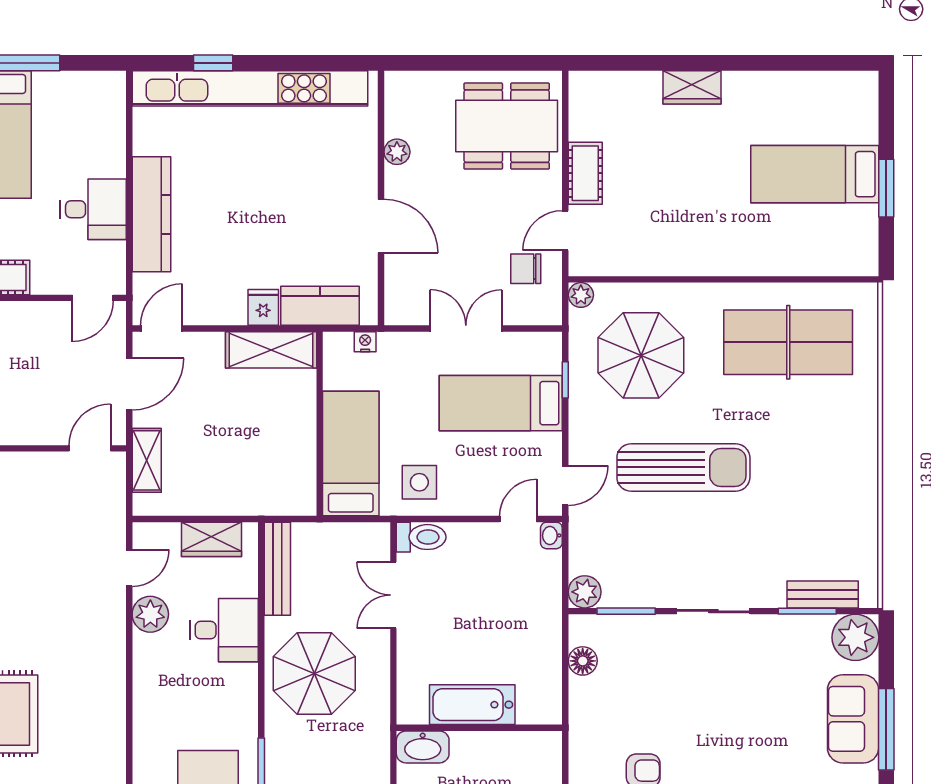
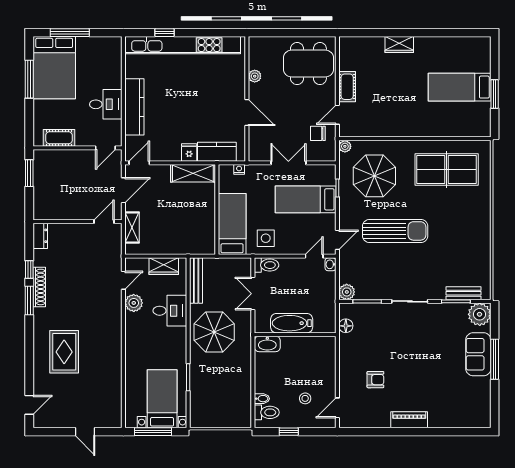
bathtub: (472, 705) -> (292, 323), moved
wall: (479, 728) -> (295, 335), moved
washbasin: (423, 747) -> (267, 344), moved

